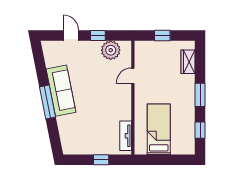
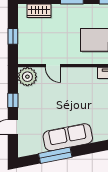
plant: (111, 50) -> (27, 77), moved
window: (47, 102) -> (55, 155), moved

